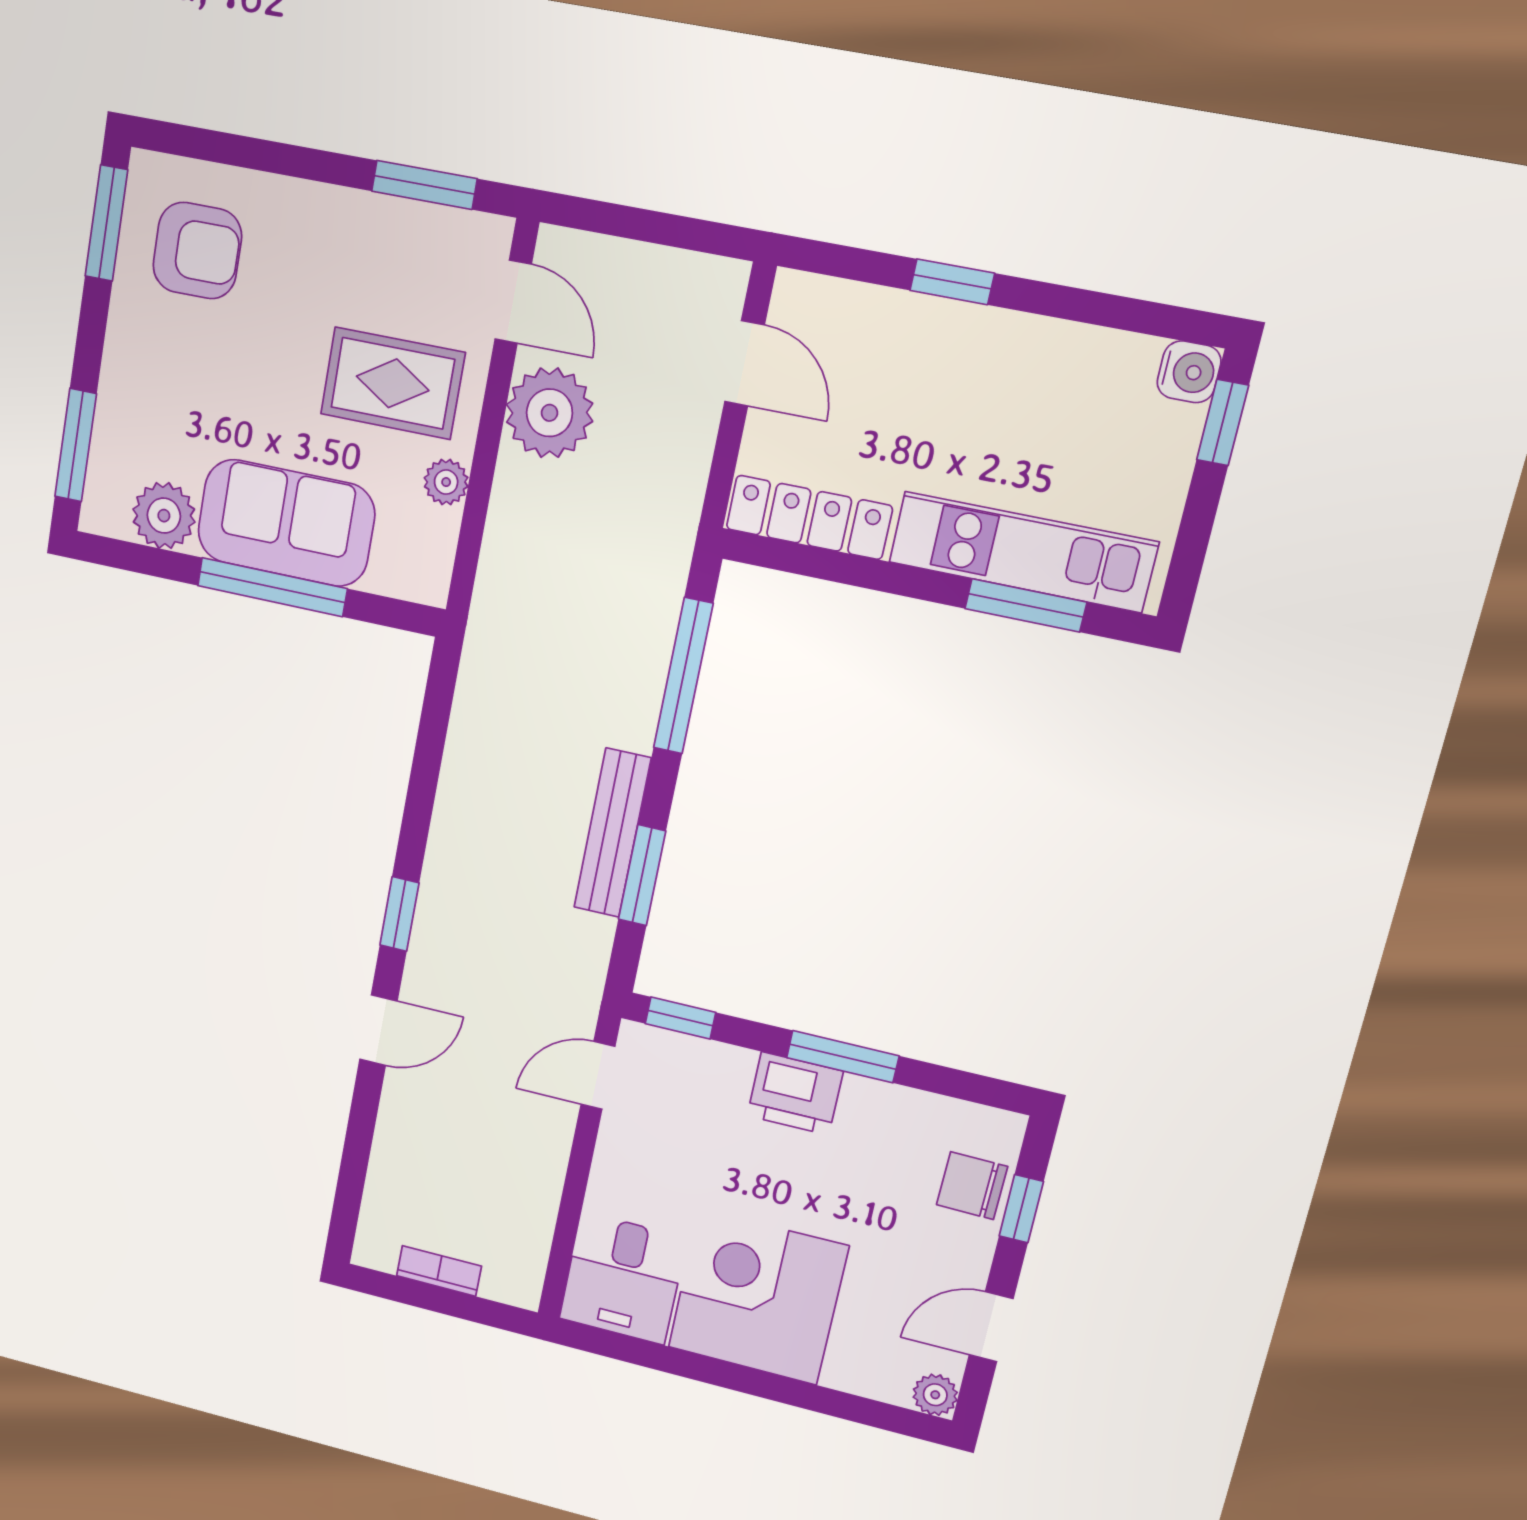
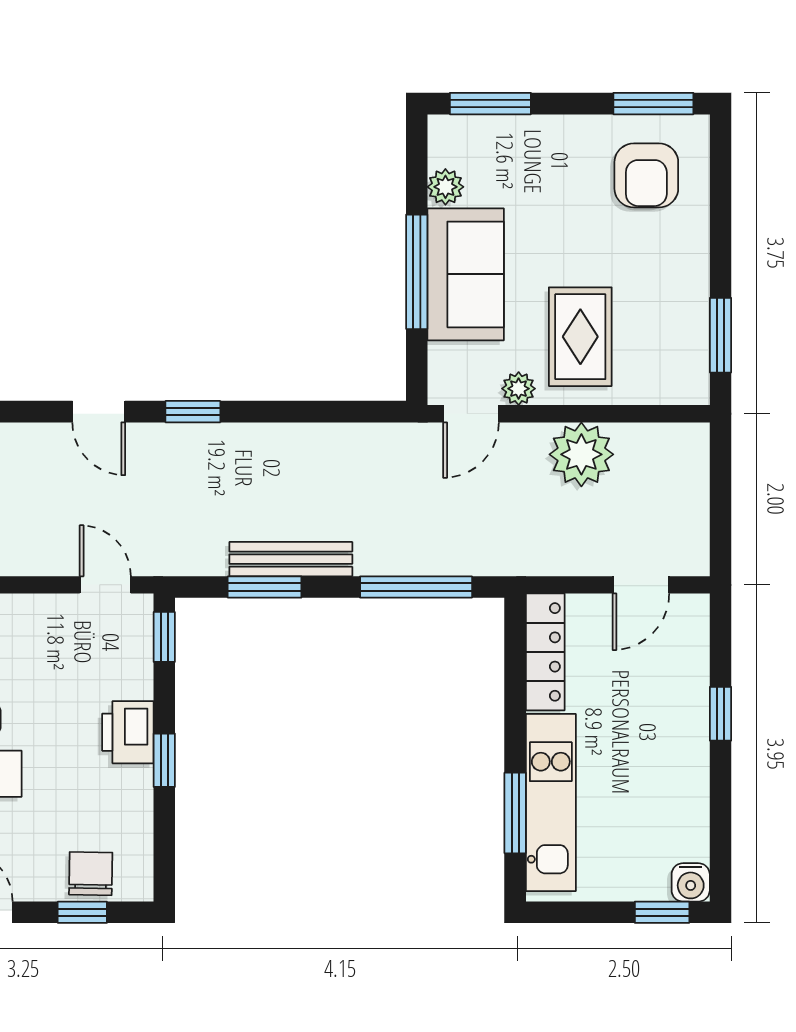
door: (513, 302) -> (471, 414), moved
plant: (164, 516) -> (445, 187), width x0.73, depth x0.73
window: (843, 1057) -> (164, 760), width x0.67

